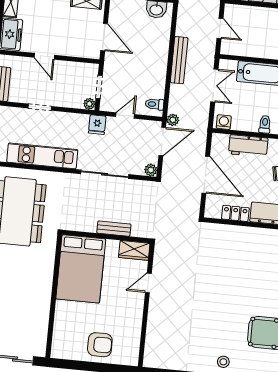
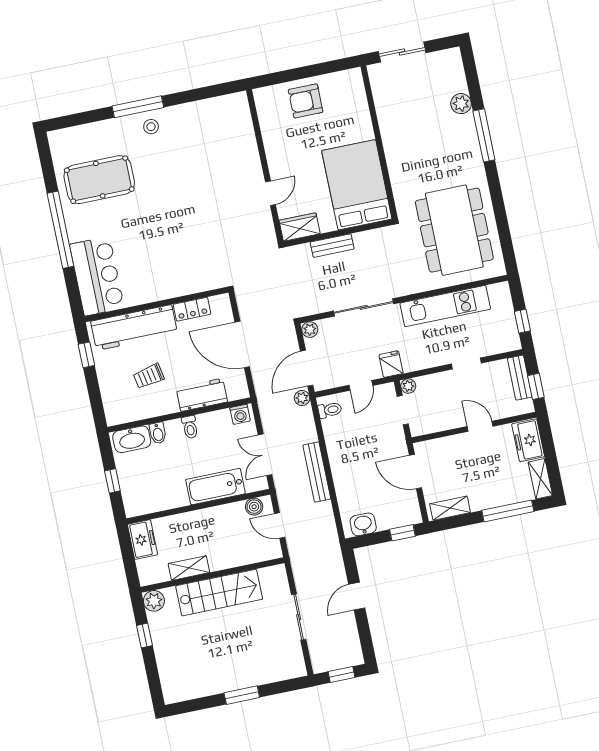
boiler: (235, 49) -> (254, 507), added

